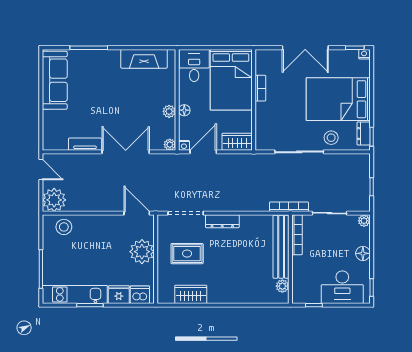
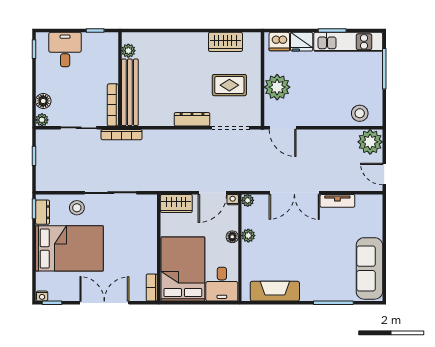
bookcase: (260, 88) -> (152, 288), moved
floor lamp: (363, 253) -> (43, 101), moved
desk: (342, 287) -> (65, 50), width x0.73

